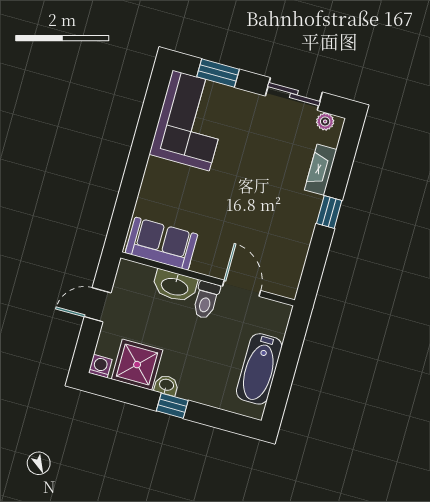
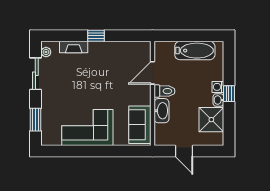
corner sofa: (191, 121) -> (87, 127), moved
washing machine: (100, 366) -> (218, 87), moved

